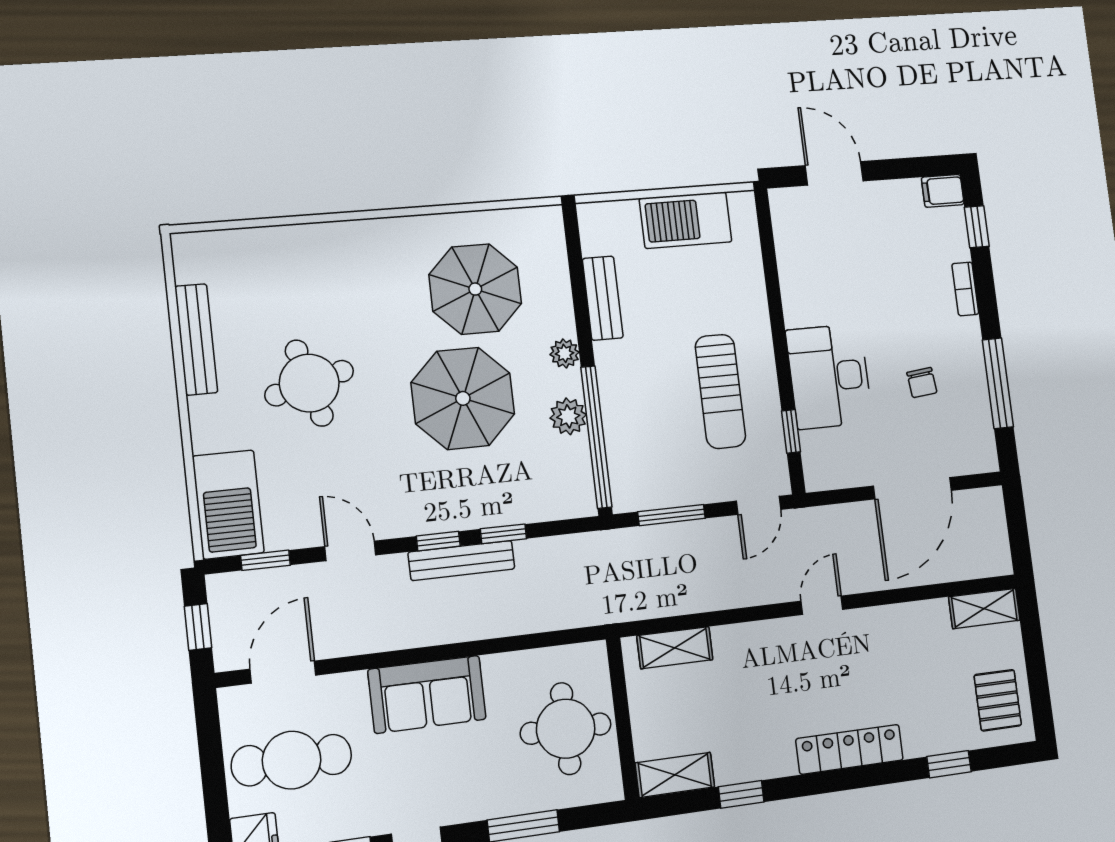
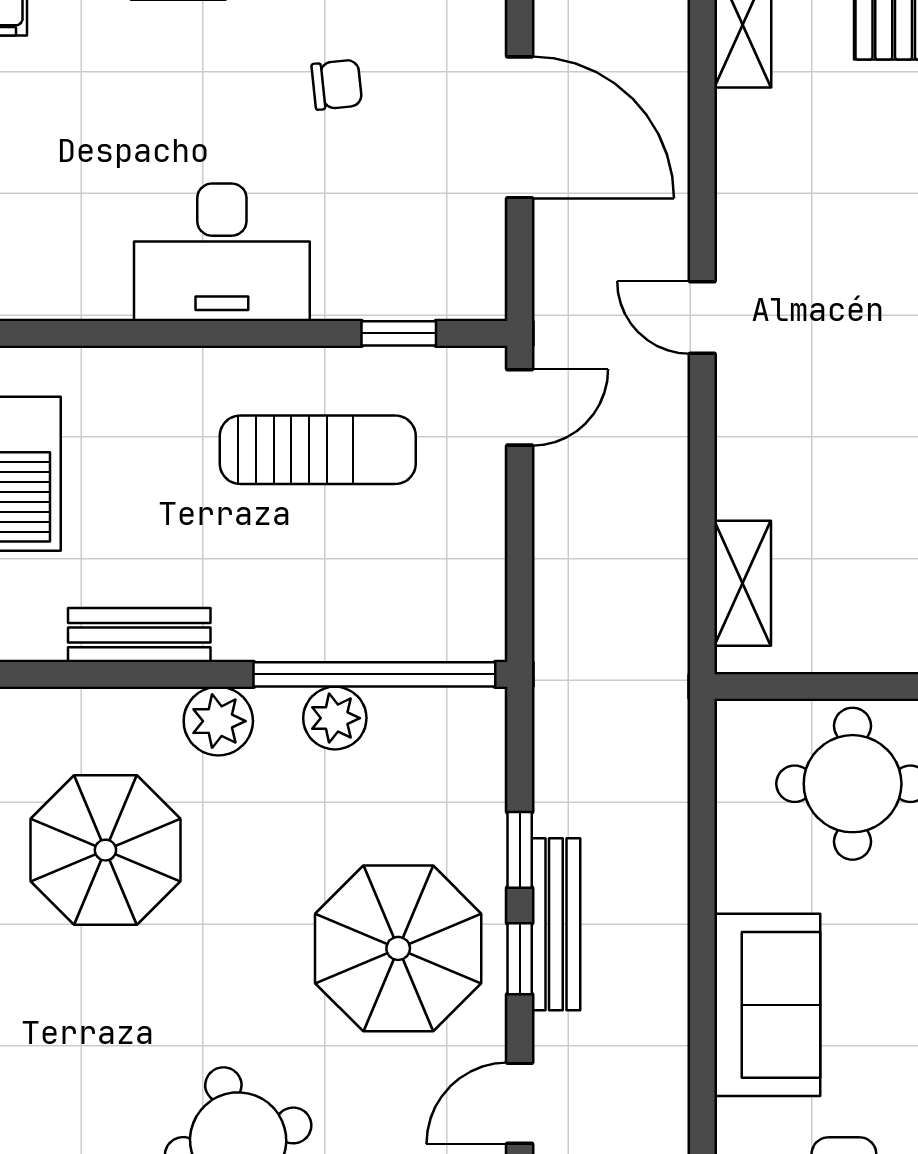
plant: (565, 353) -> (218, 721), width x1.38, depth x1.38
desk: (829, 376) -> (222, 252), moved
parasol: (463, 398) -> (398, 948), moved
door: (759, 505) -> (520, 407), hinge flipped
window: (671, 515) -> (520, 561), removed

